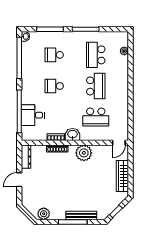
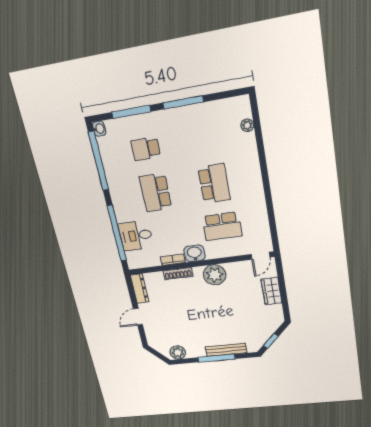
school desk: (96, 55) -> (206, 139), removed
school desk: (54, 86) -> (156, 193), width x1.85
wardrobe: (122, 176) -> (271, 291), width x0.67

